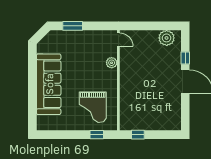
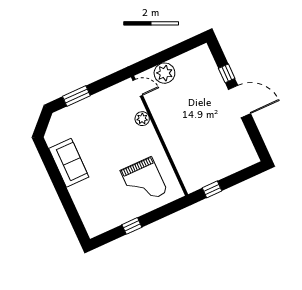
plant: (167, 38) -> (164, 73), moved
sofa: (49, 84) -> (69, 163), width x0.54, depth x0.79
window: (97, 135) -> (132, 226), moved

